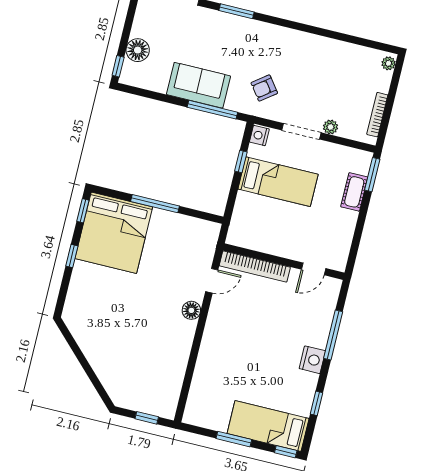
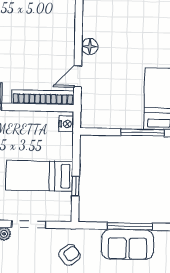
window: (212, 110) -> (130, 226), moved
nightstand: (259, 135) -> (66, 124), moved

